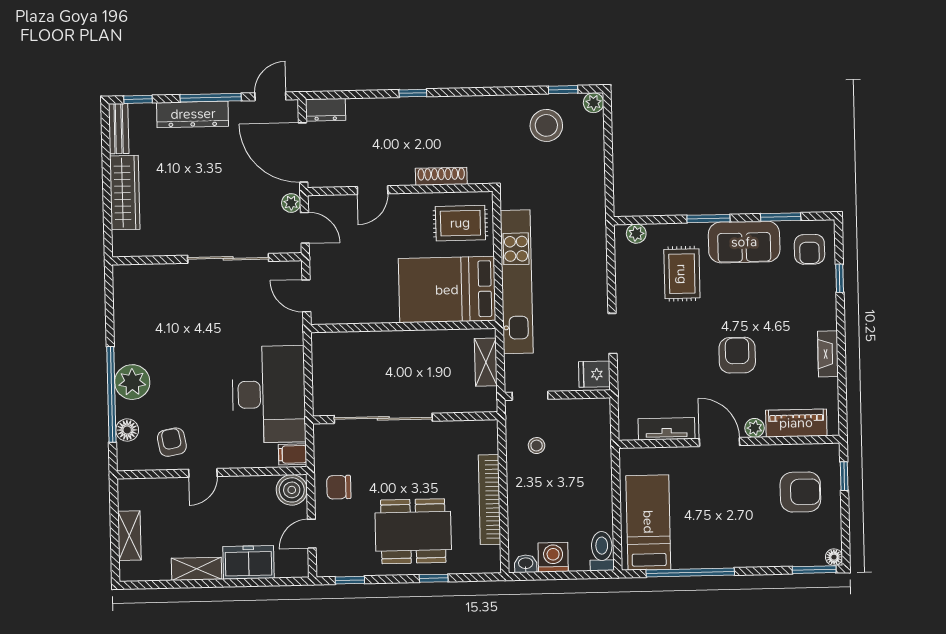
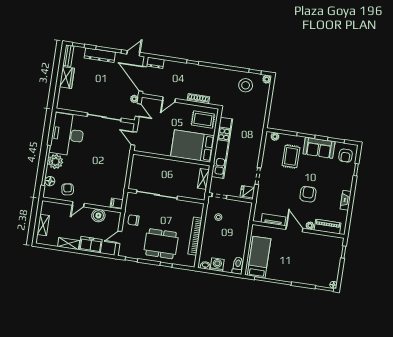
wardrobe: (125, 193) -> (67, 77), width x0.67
desk: (269, 394) -> (68, 135), moved, turned 180
boiler: (292, 490) -> (98, 215), moved
armchair: (800, 492) -> (324, 255), removed

